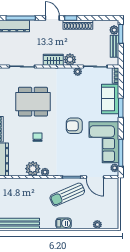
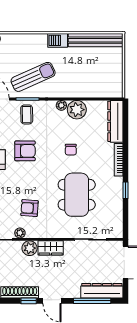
armchair: (70, 91) -> (29, 208), added
dining table: (33, 102) -> (77, 195), turned 90
armchair: (74, 126) -> (25, 151), moved
coffee table: (72, 165) -> (27, 114), added
barbecue: (64, 223) -> (58, 40), moved

